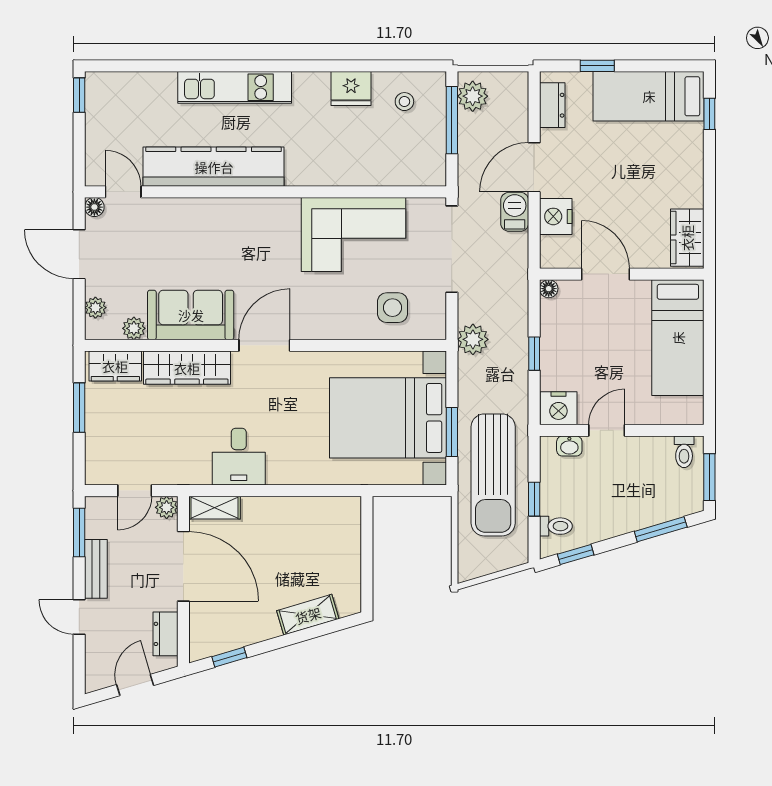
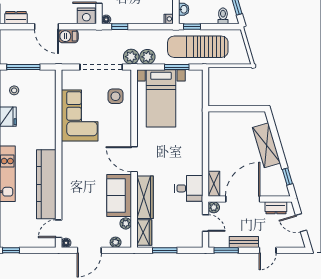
plant: (473, 96) -> (147, 57), moved
nightstand: (556, 216) -> (86, 16), moved
doorway: (452, 249) -> (101, 67), moved
window: (534, 354) -> (120, 27), moved
nightstand: (558, 408) -> (169, 19), width x0.53, depth x0.56
bed with nightstands: (388, 418) -> (161, 98), width x0.73
desk: (239, 457) -> (189, 188), moved
sun lounger: (493, 475) -> (198, 47), turned 180
window: (534, 499) -> (192, 27), moved
shelving: (308, 615) -> (266, 145), width x1.50, depth x1.33

